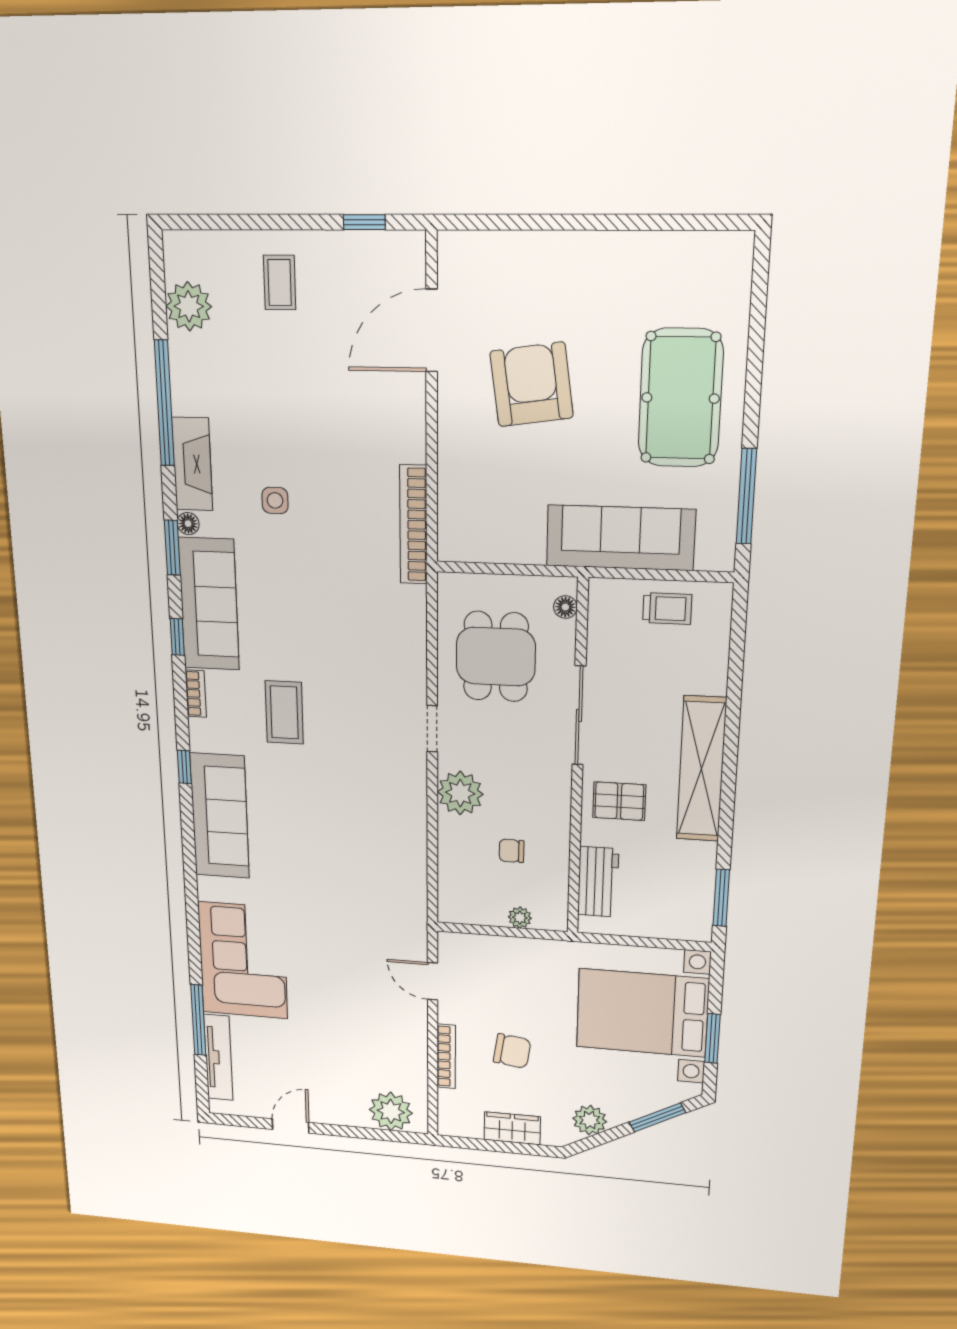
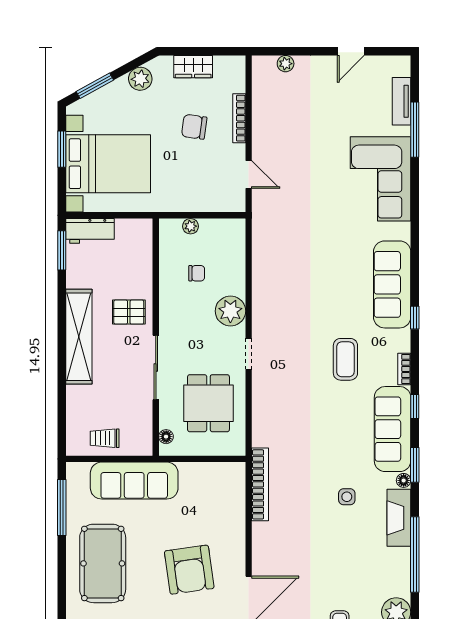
workbench: (598, 882) -> (90, 231), moved, turned -90
tv unit: (218, 1057) -> (402, 101), width x0.71
plant: (391, 1111) -> (286, 64), width x0.53, depth x0.53

